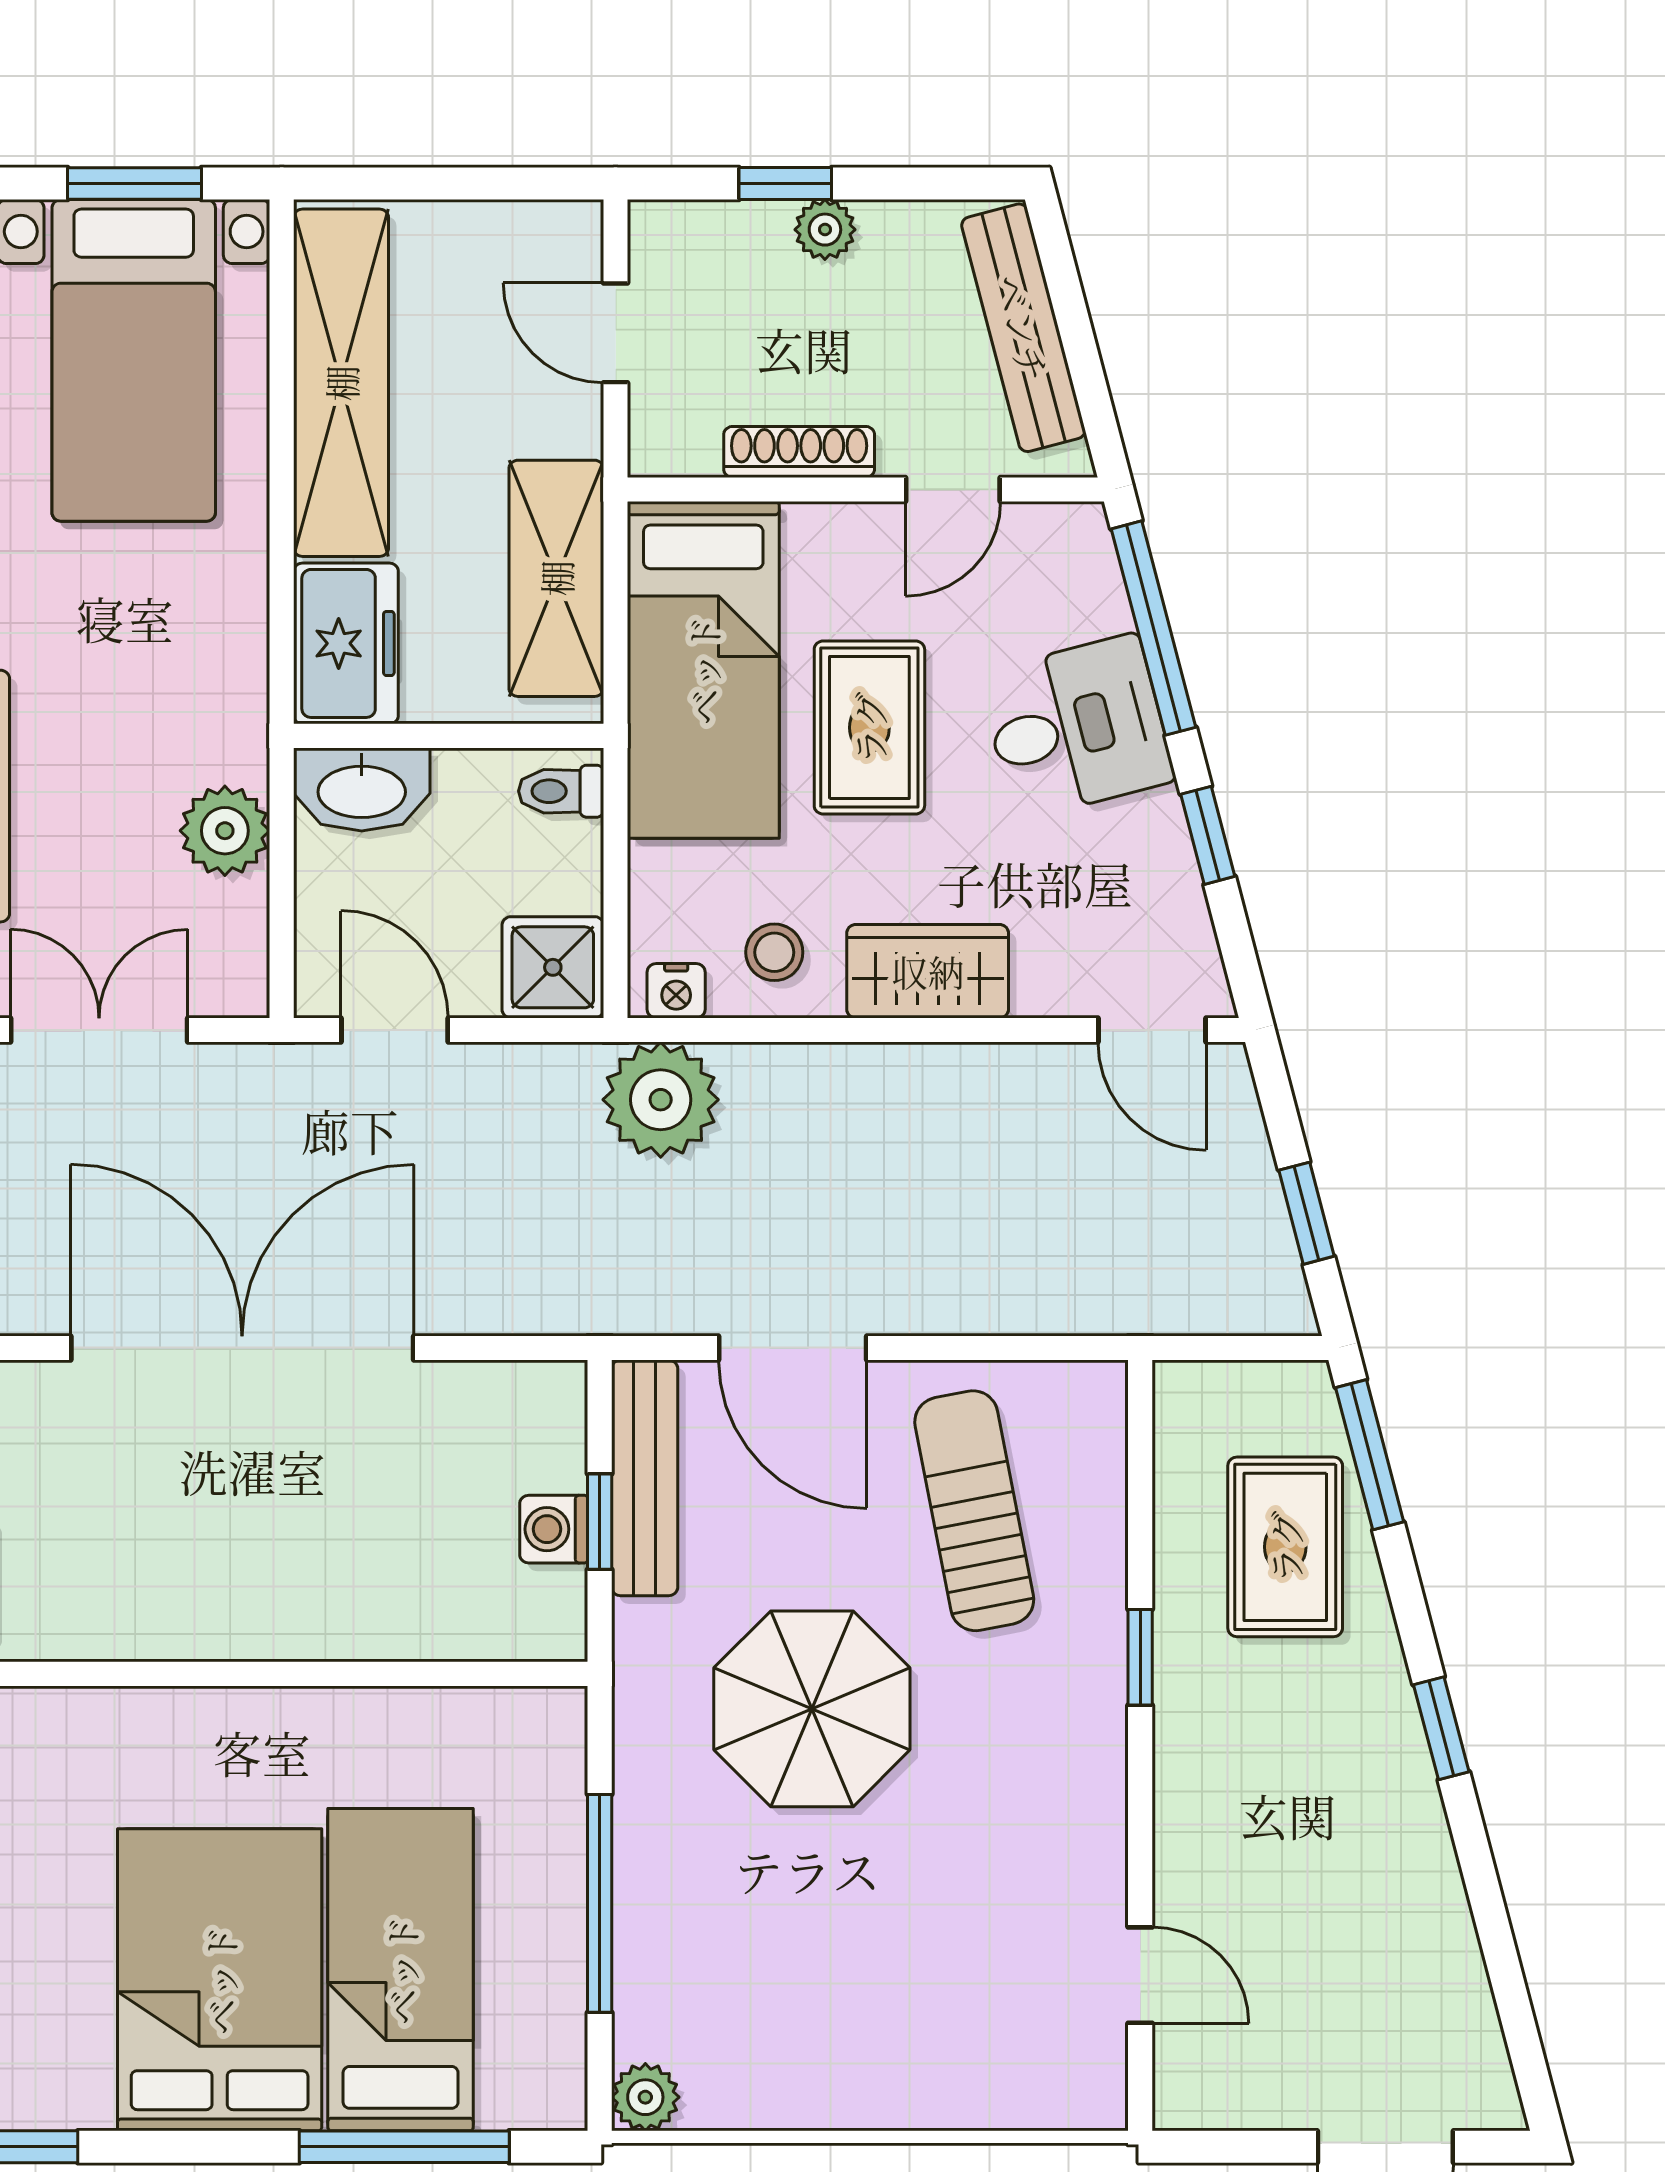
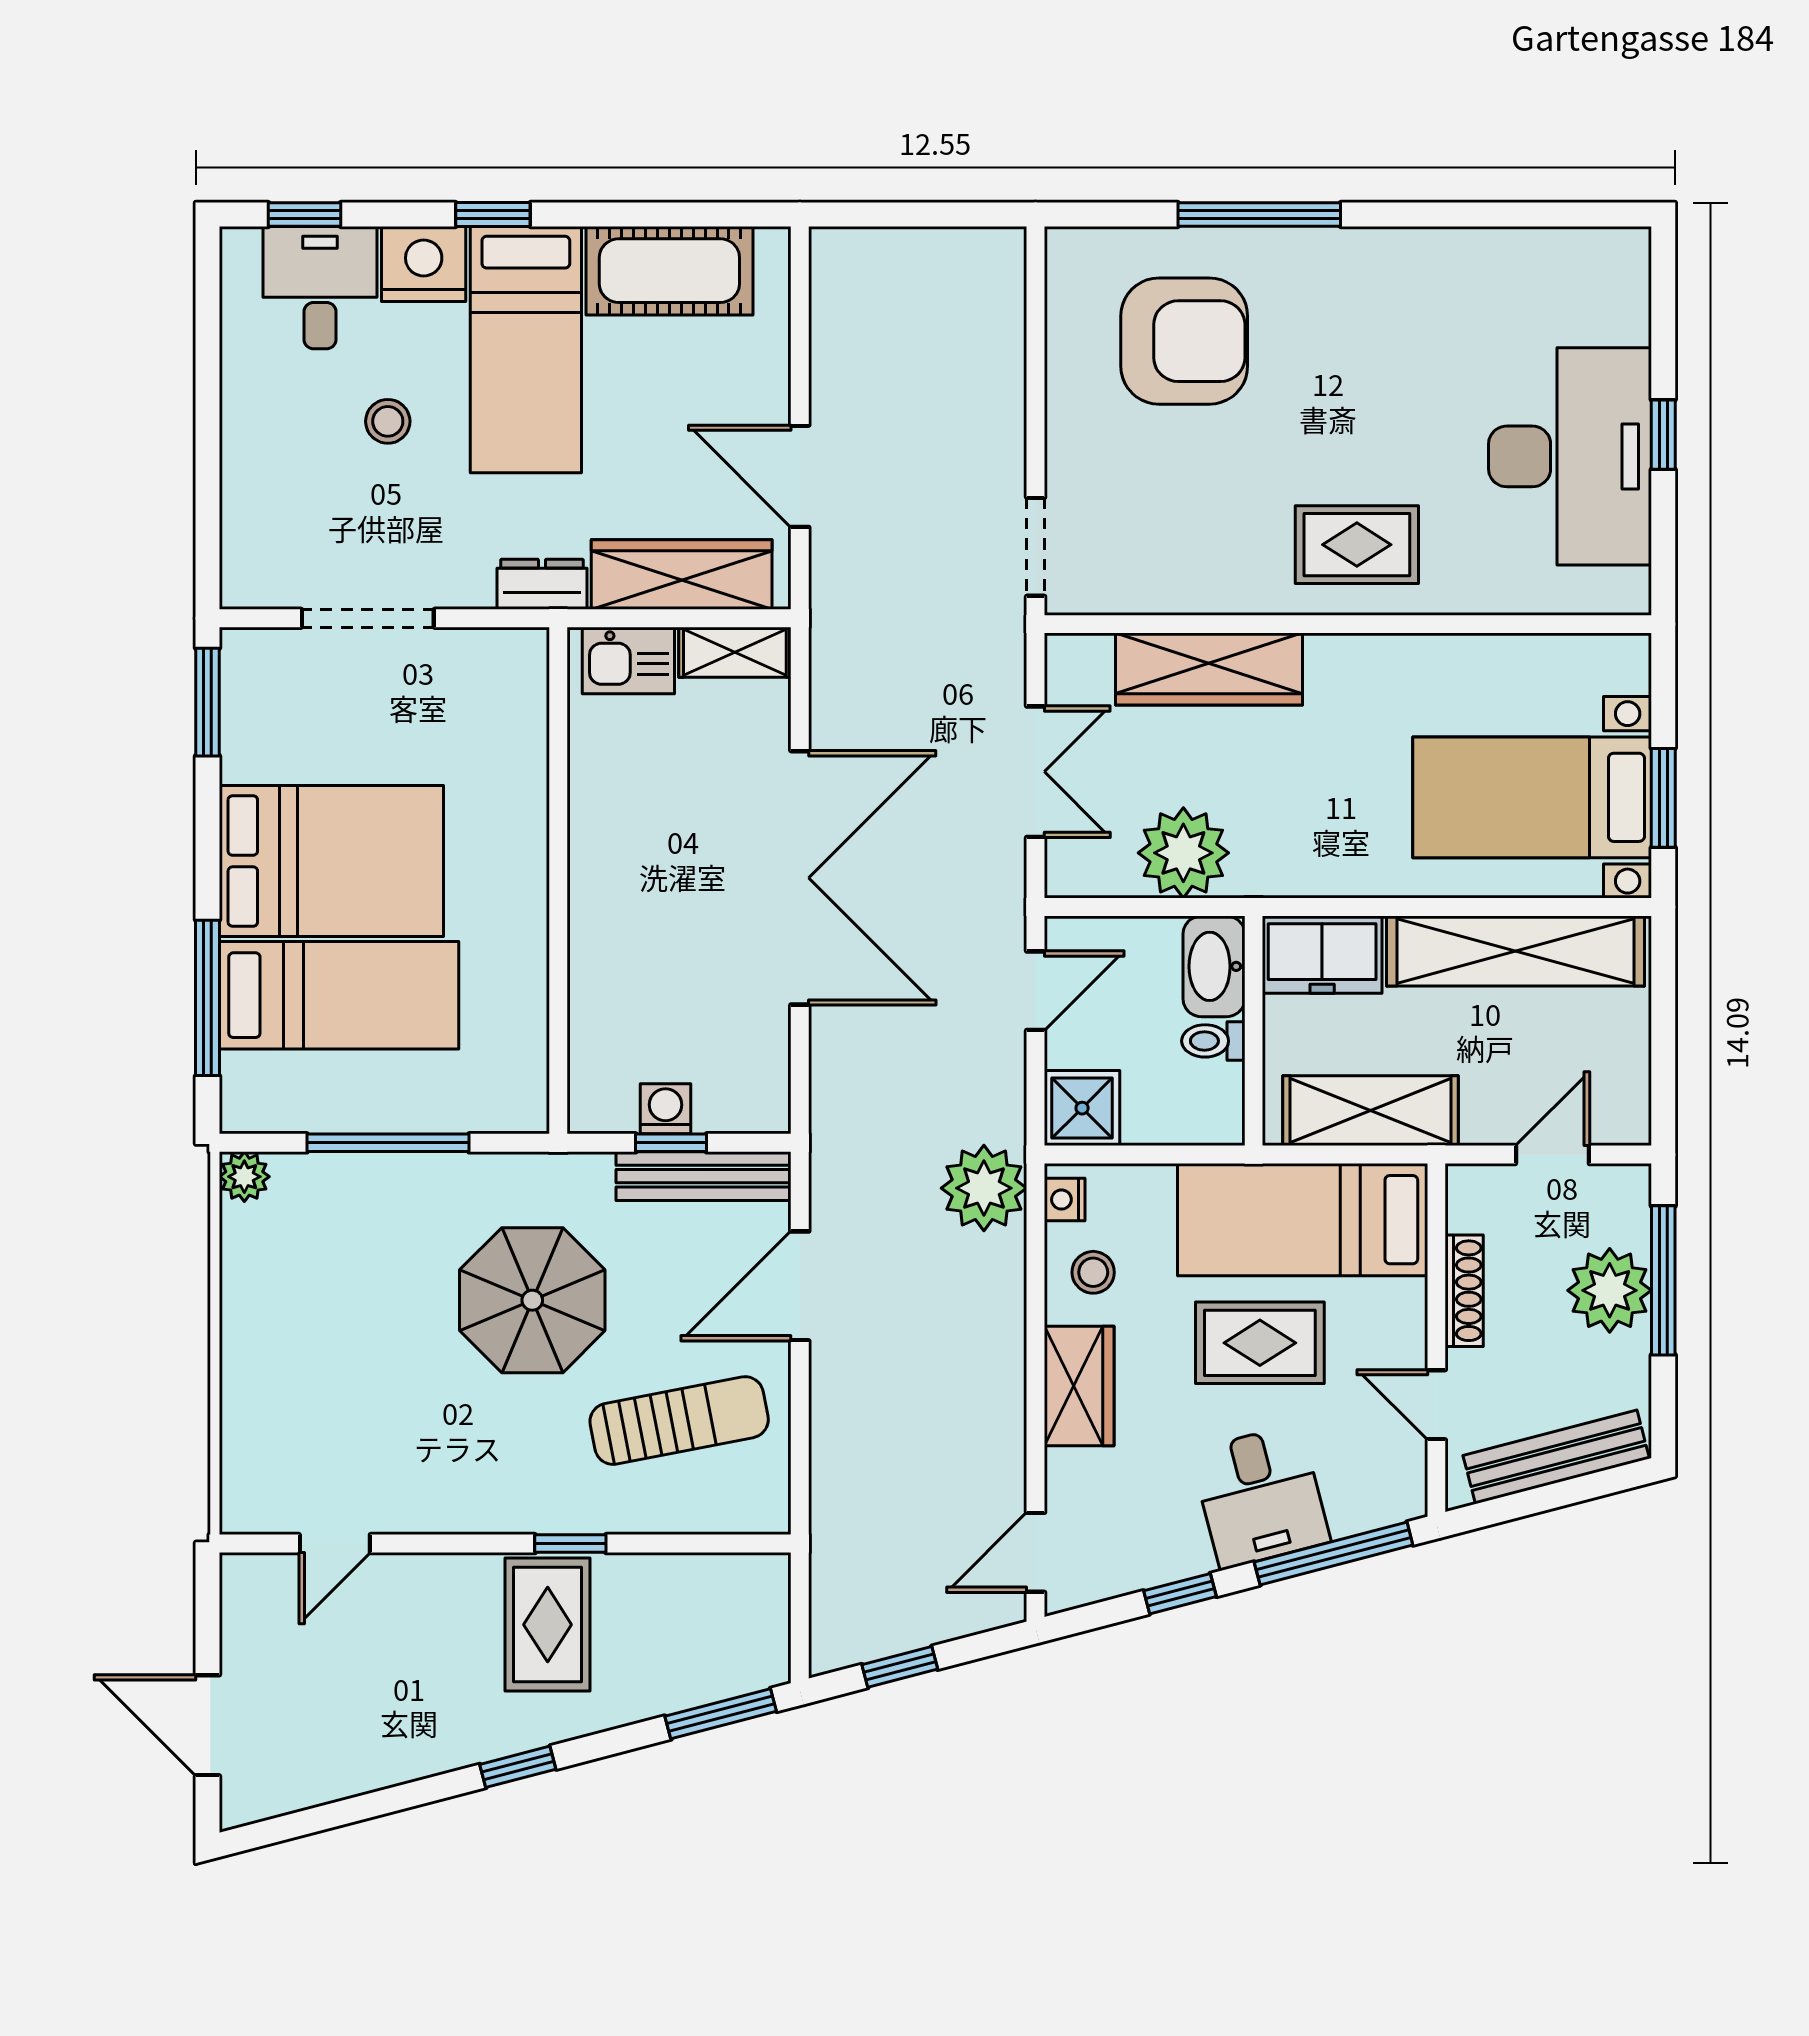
window: (785, 183) -> (1663, 1280), width x2.17
plant: (825, 230) -> (1610, 1290), width x1.88, depth x1.88
toilet: (561, 791) -> (1213, 1041), moved, turned -90
plant: (225, 831) -> (1183, 853), width x1.36, depth x1.36
rug: (1285, 1547) -> (548, 1625), moved, turned 90

